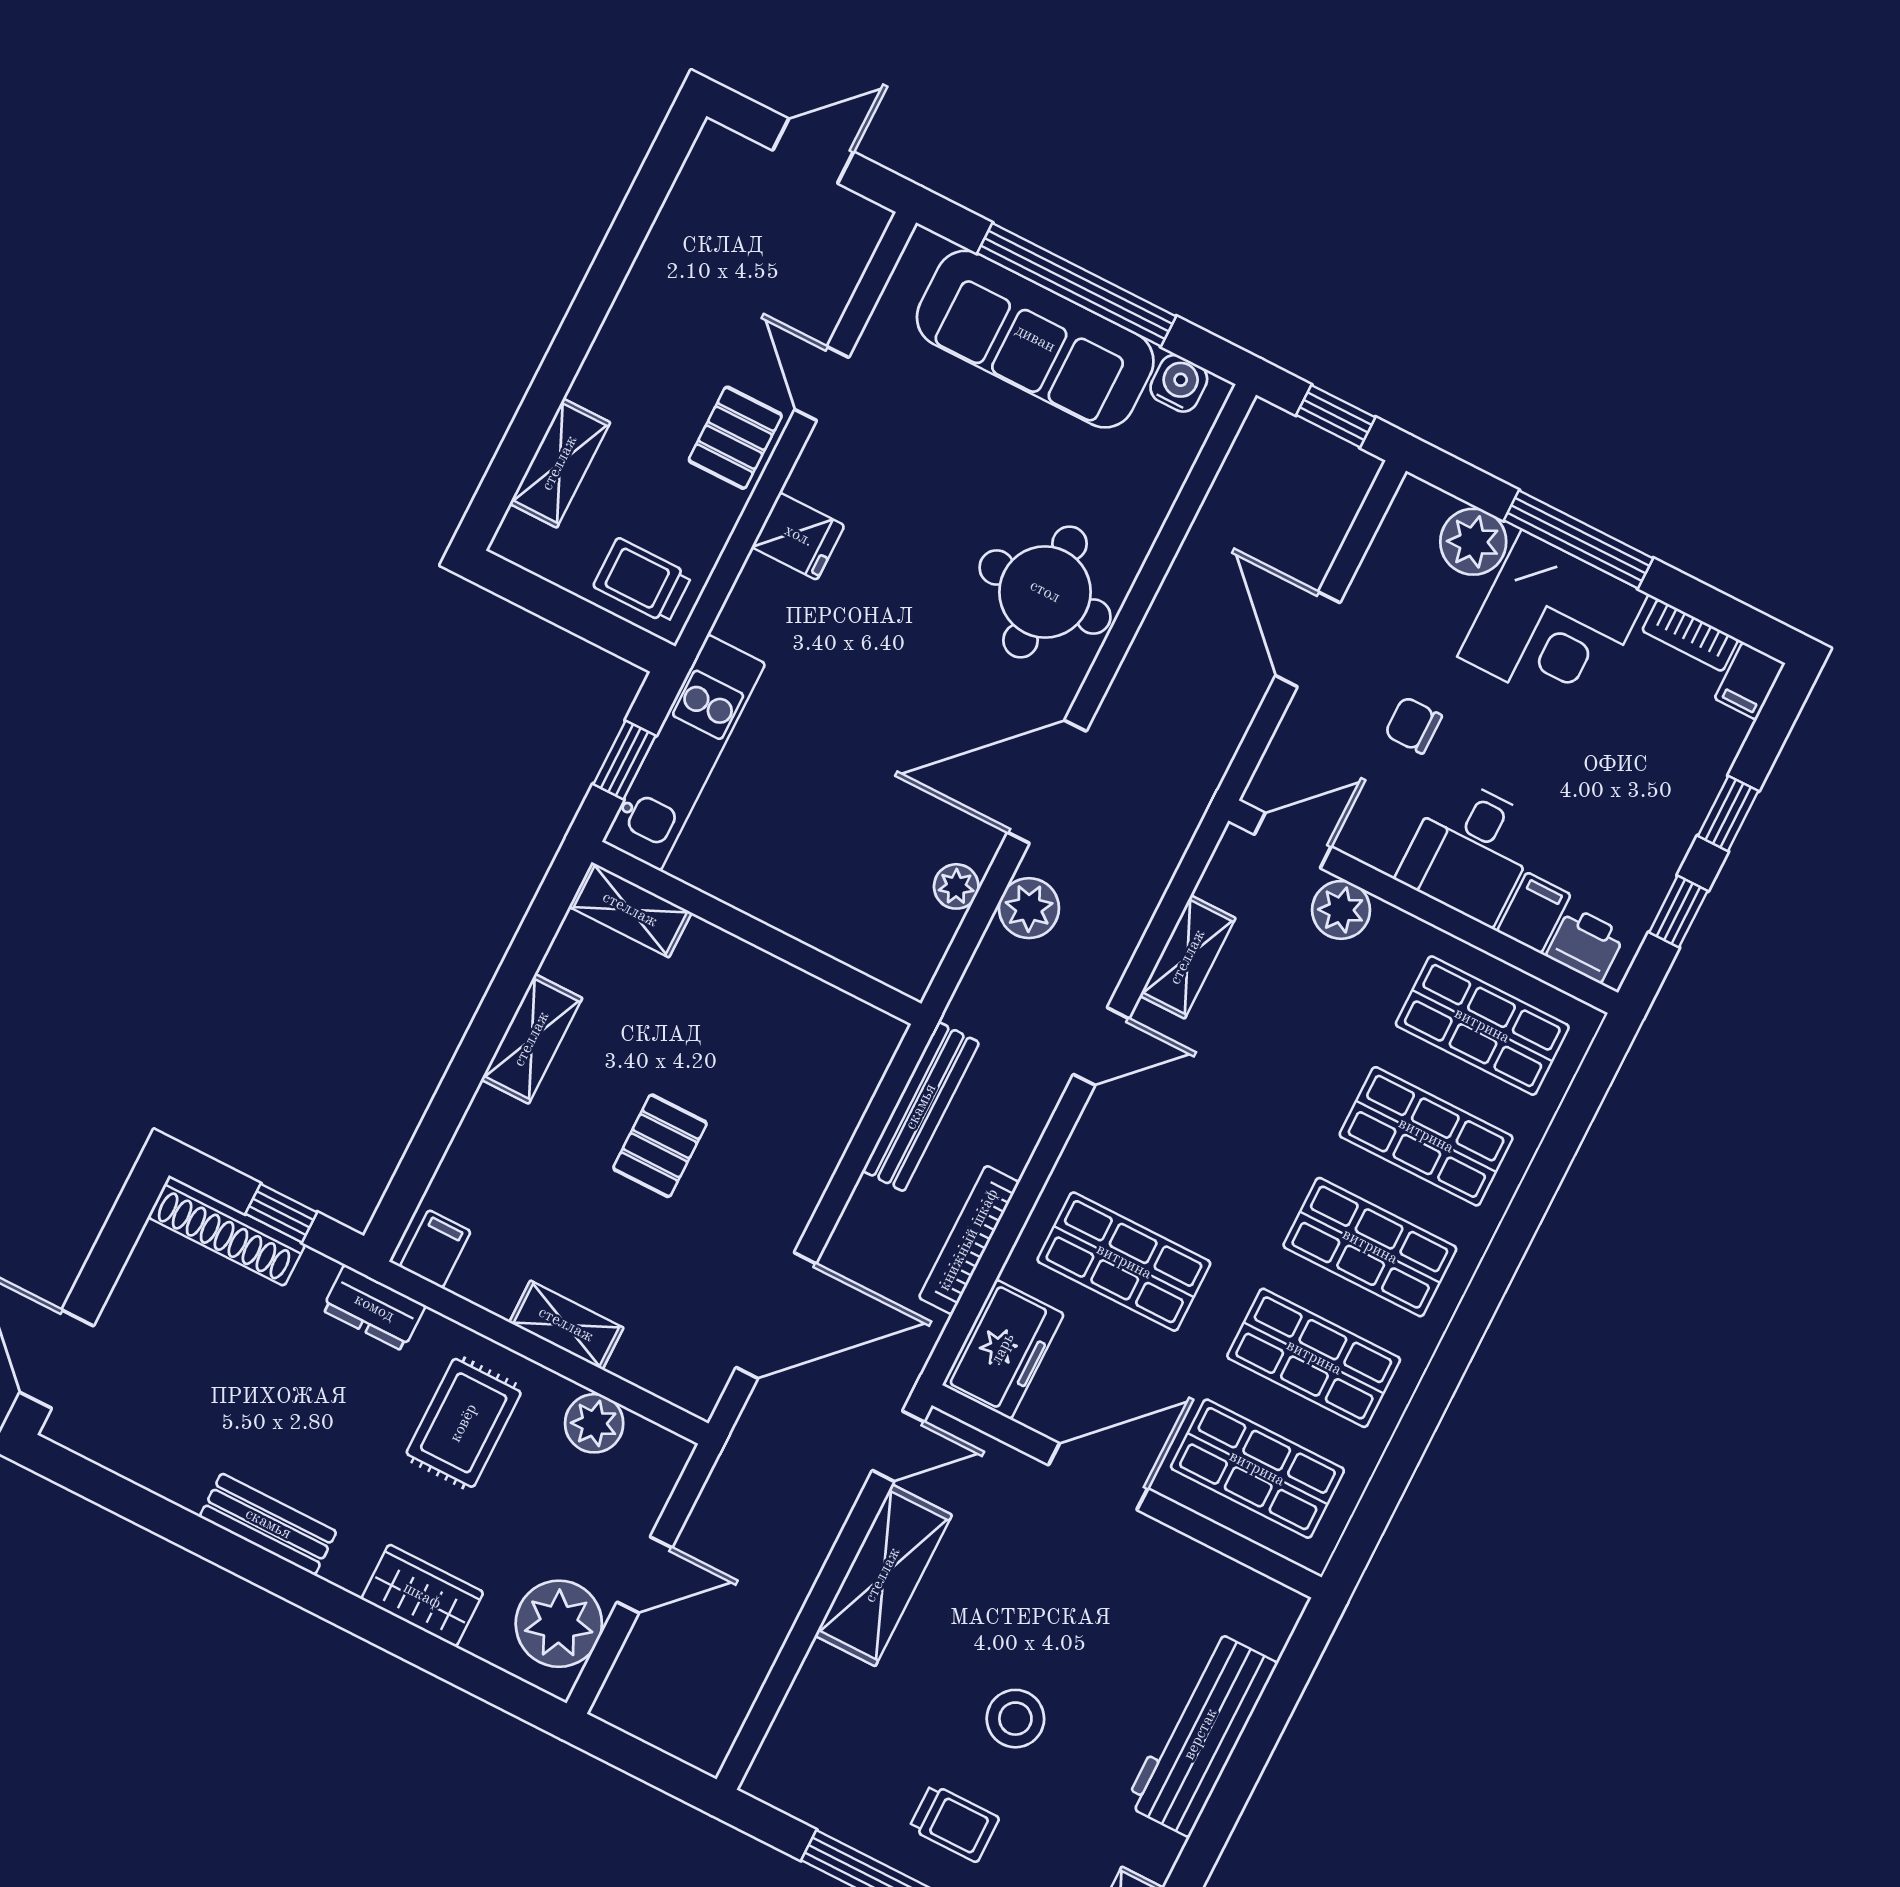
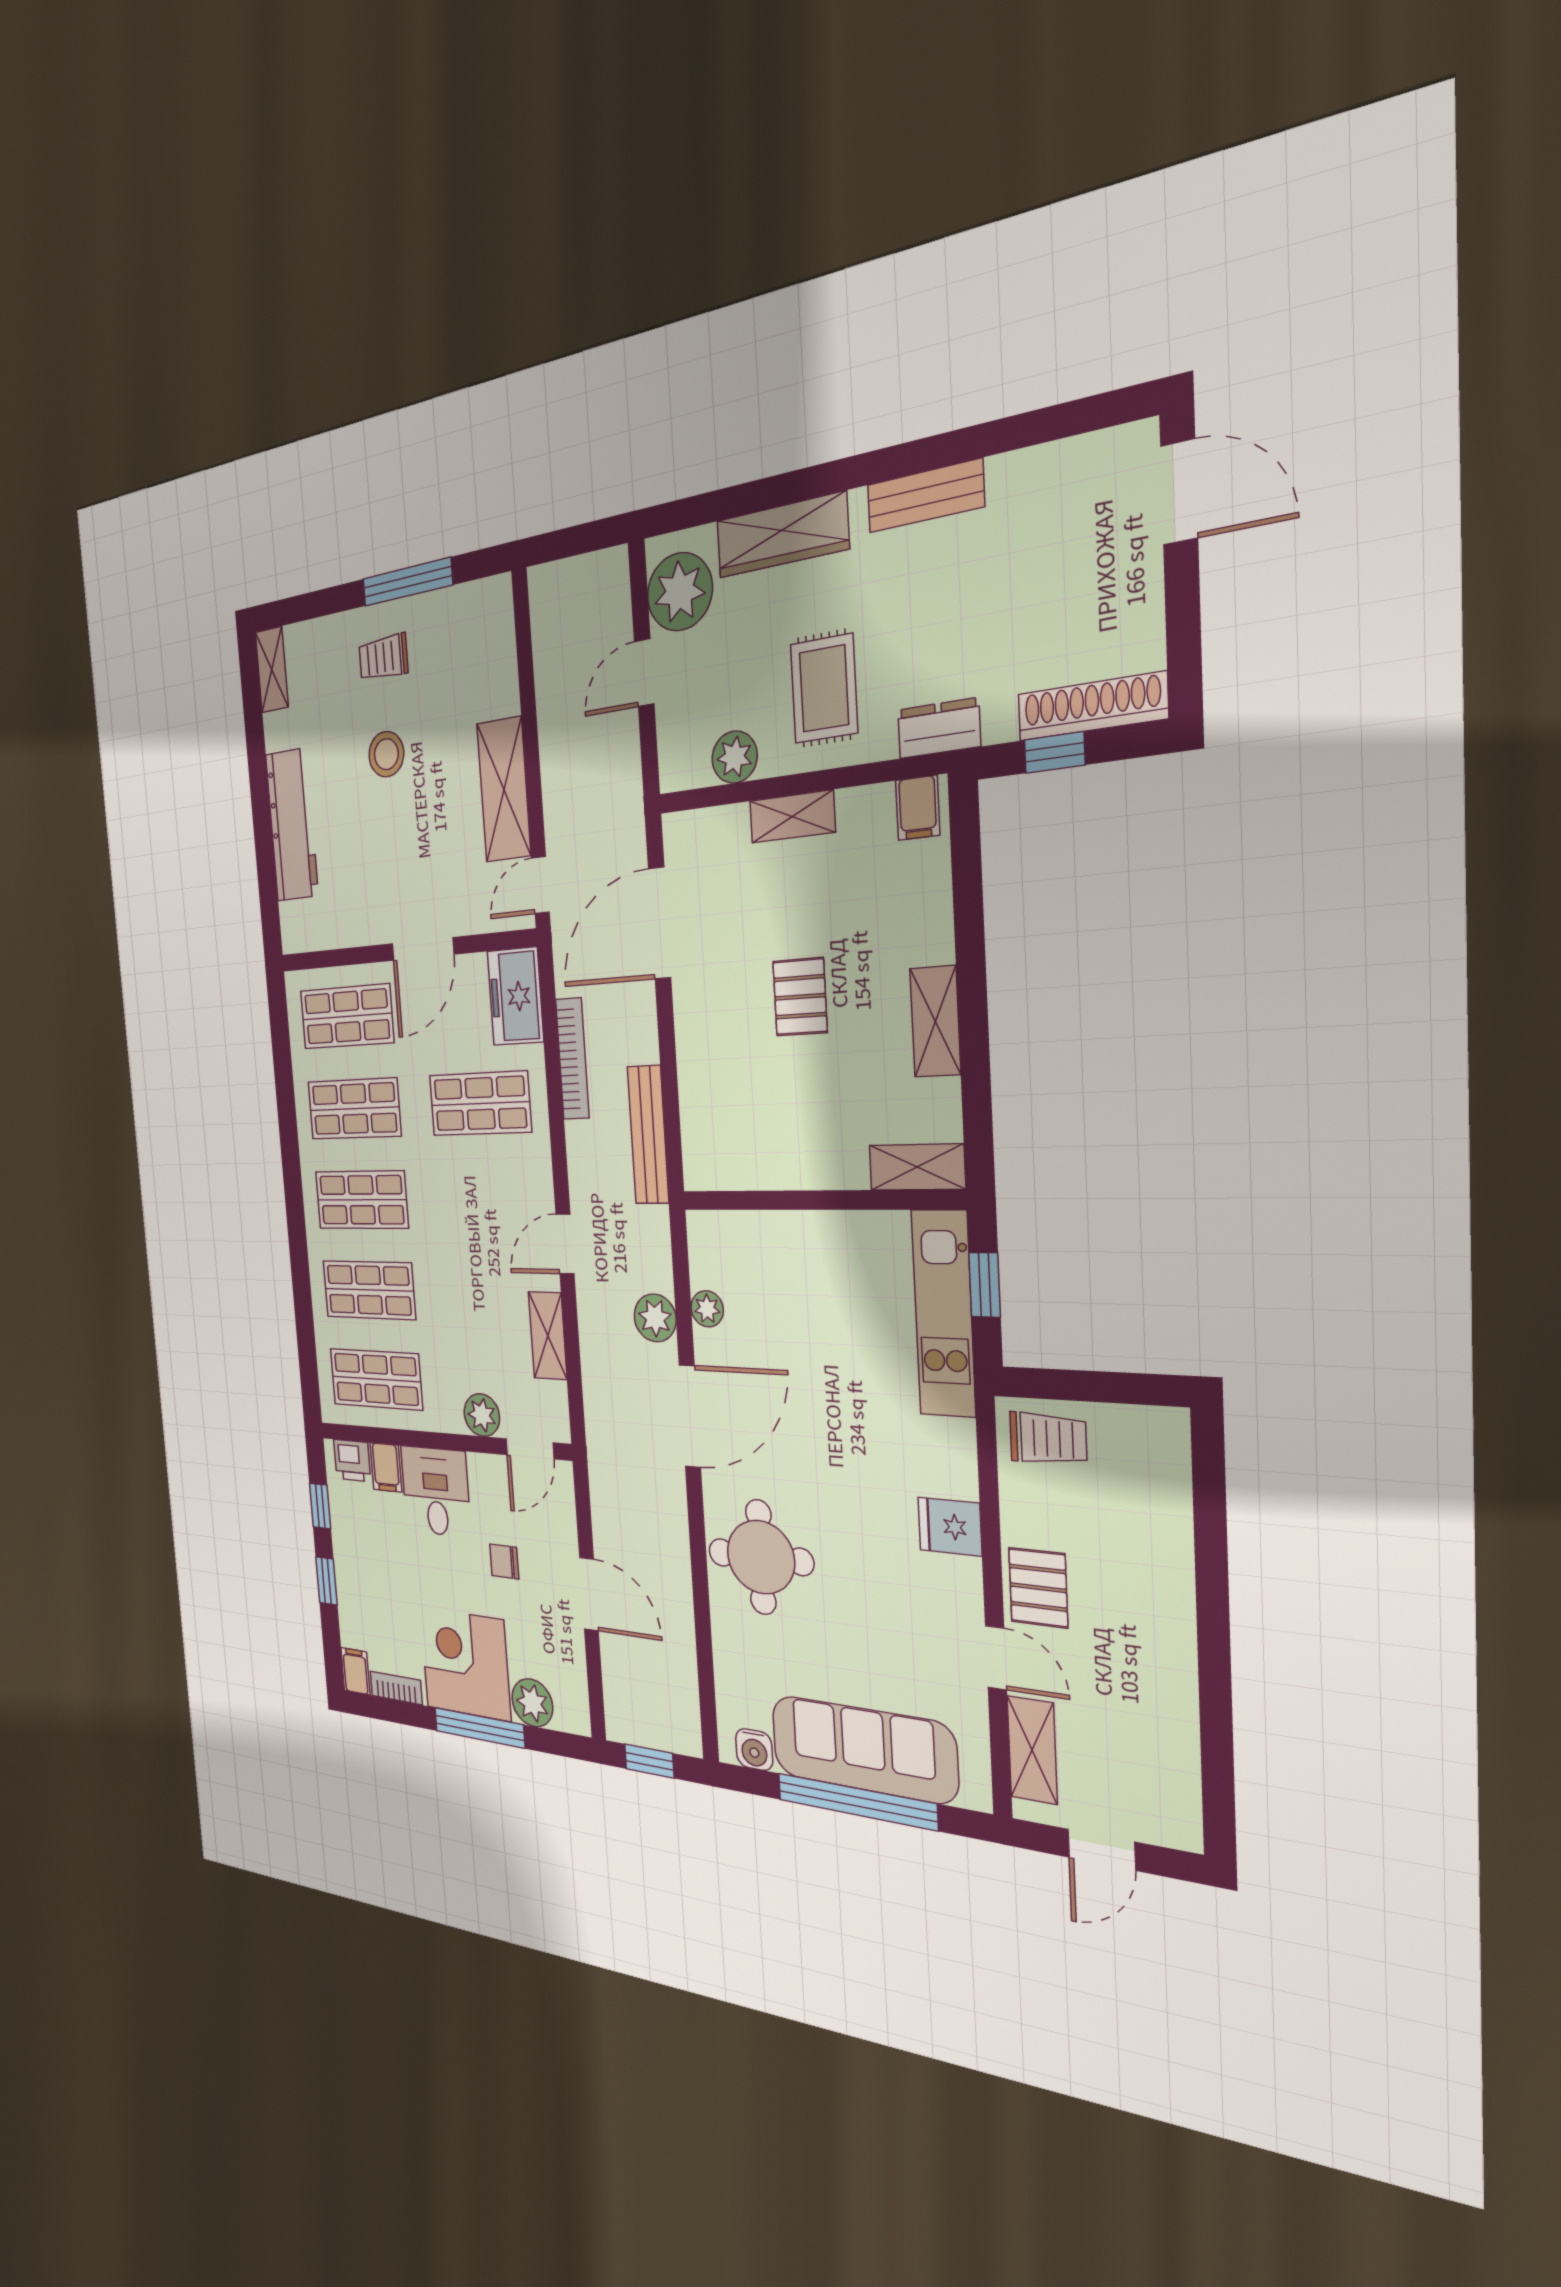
shelving: (560, 463) -> (1032, 1750), moved
chair: (1413, 725) -> (504, 1561), turned 180
wardrobe: (422, 1596) -> (782, 535), width x1.50

